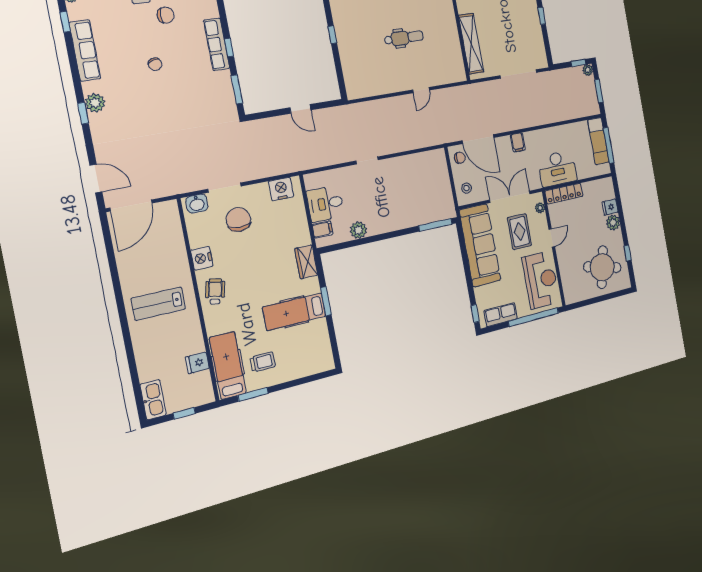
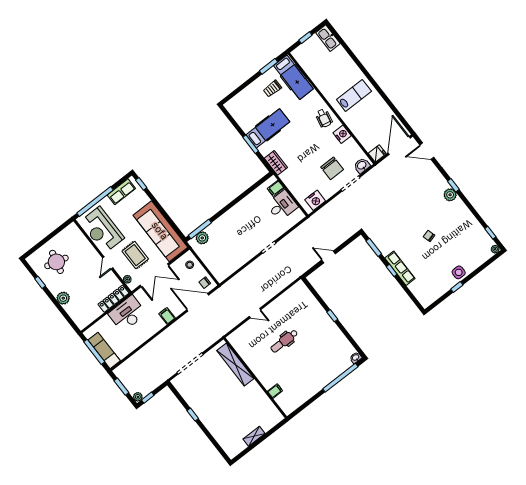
chair: (166, 15) -> (438, 269), removed
row of seats: (85, 51) -> (471, 222), removed
door: (421, 90) -> (255, 313), swing flipped
fridge: (610, 207) -> (71, 308), removed
plant: (358, 230) -> (202, 238), moved
round table: (602, 267) -> (56, 262), width x0.73, depth x0.73
fridge: (197, 363) -> (377, 154), moved

